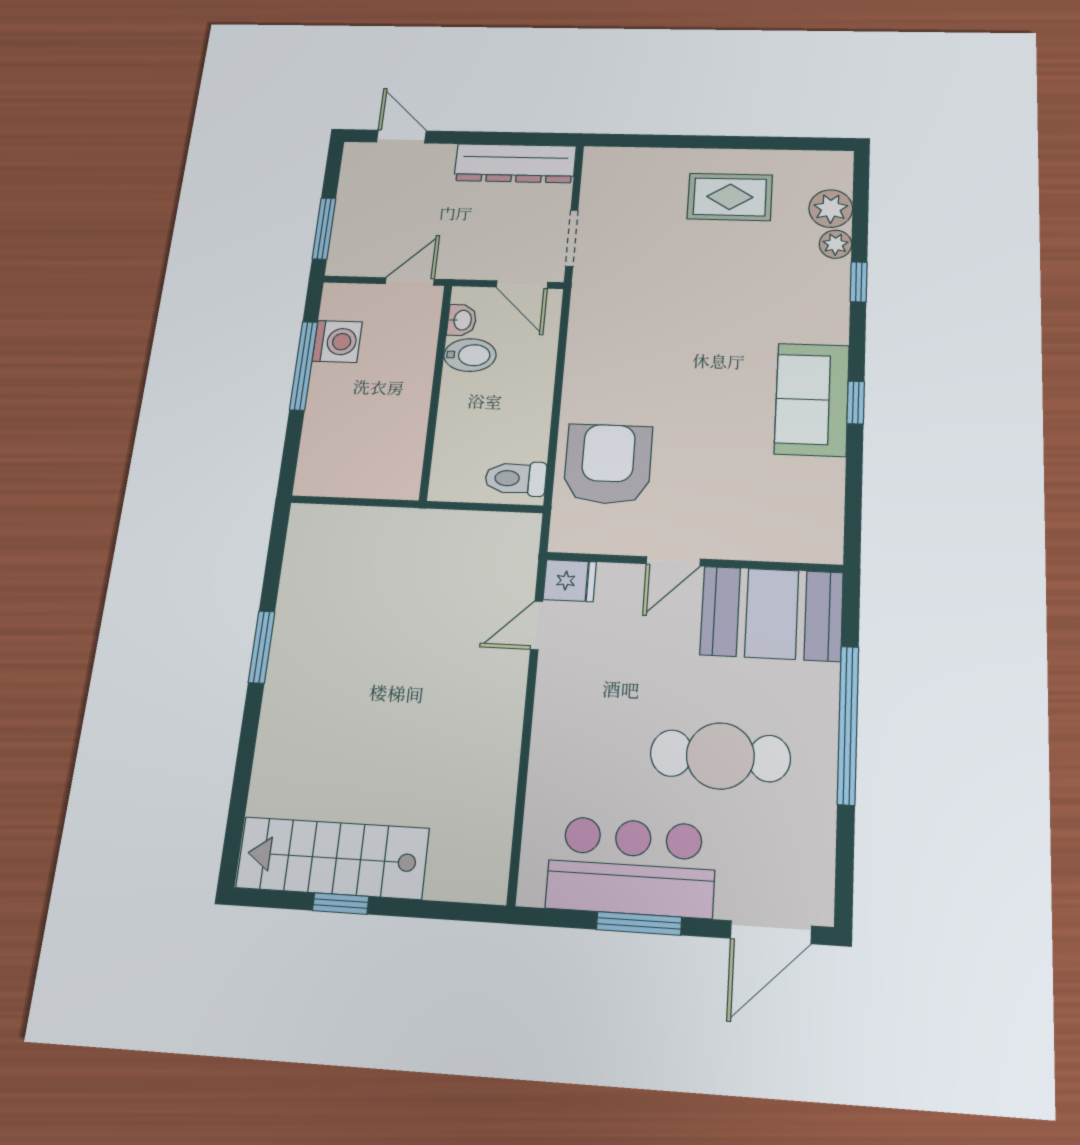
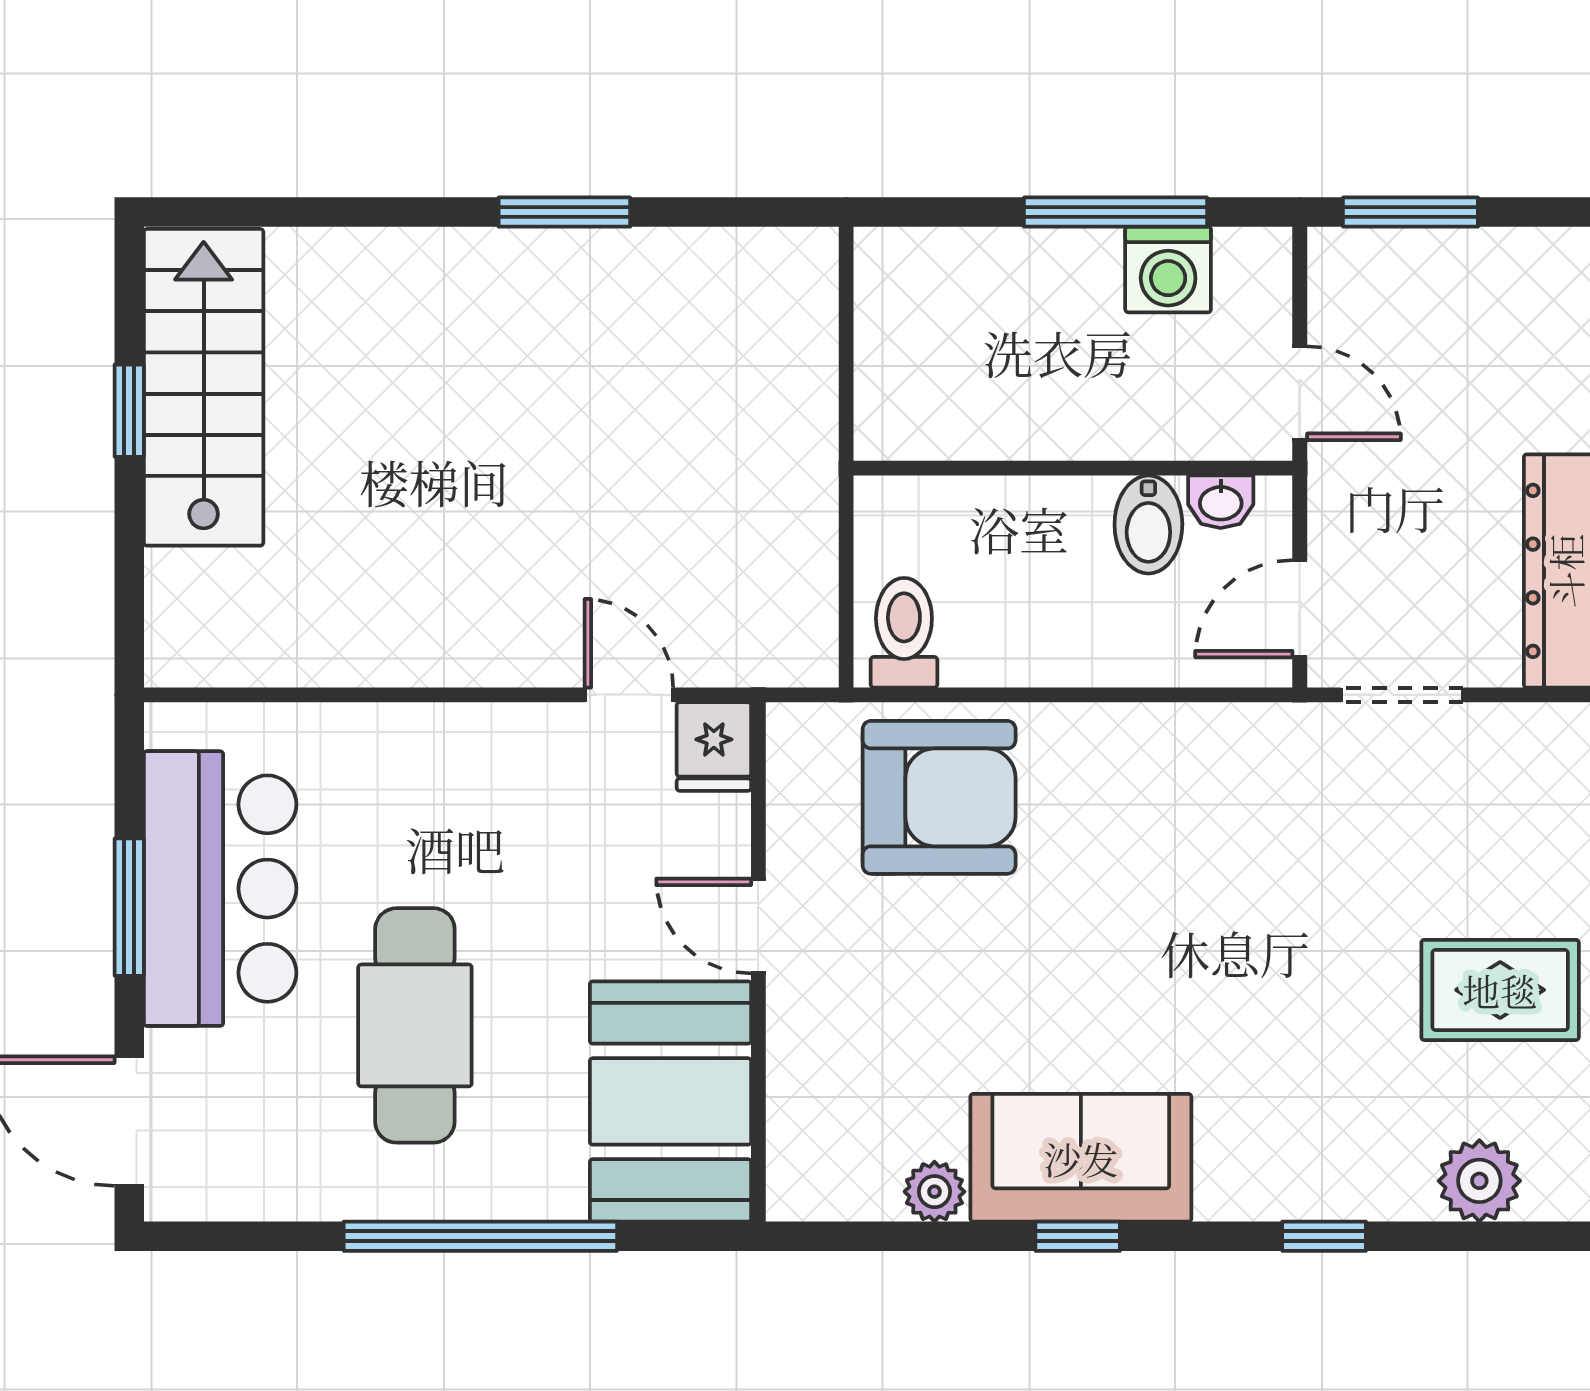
rug: (730, 197) -> (1500, 990), turned 90
plant: (835, 244) -> (934, 1192), moved

